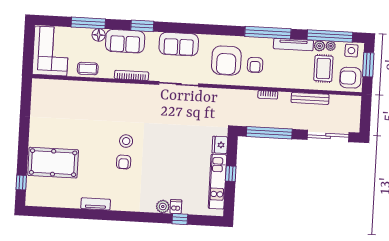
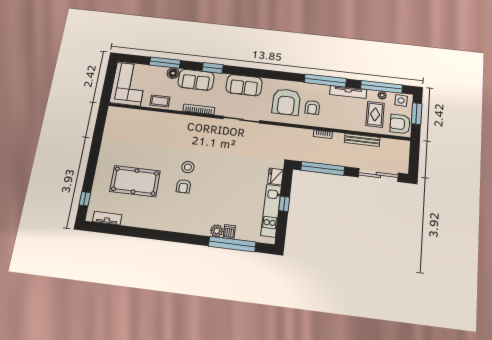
plant: (320, 46) -> (372, 95), removed
pool table: (53, 163) -> (135, 181), moved
tv unit: (96, 204) -> (107, 218), moved
window: (180, 219) -> (232, 244), width x3.17

